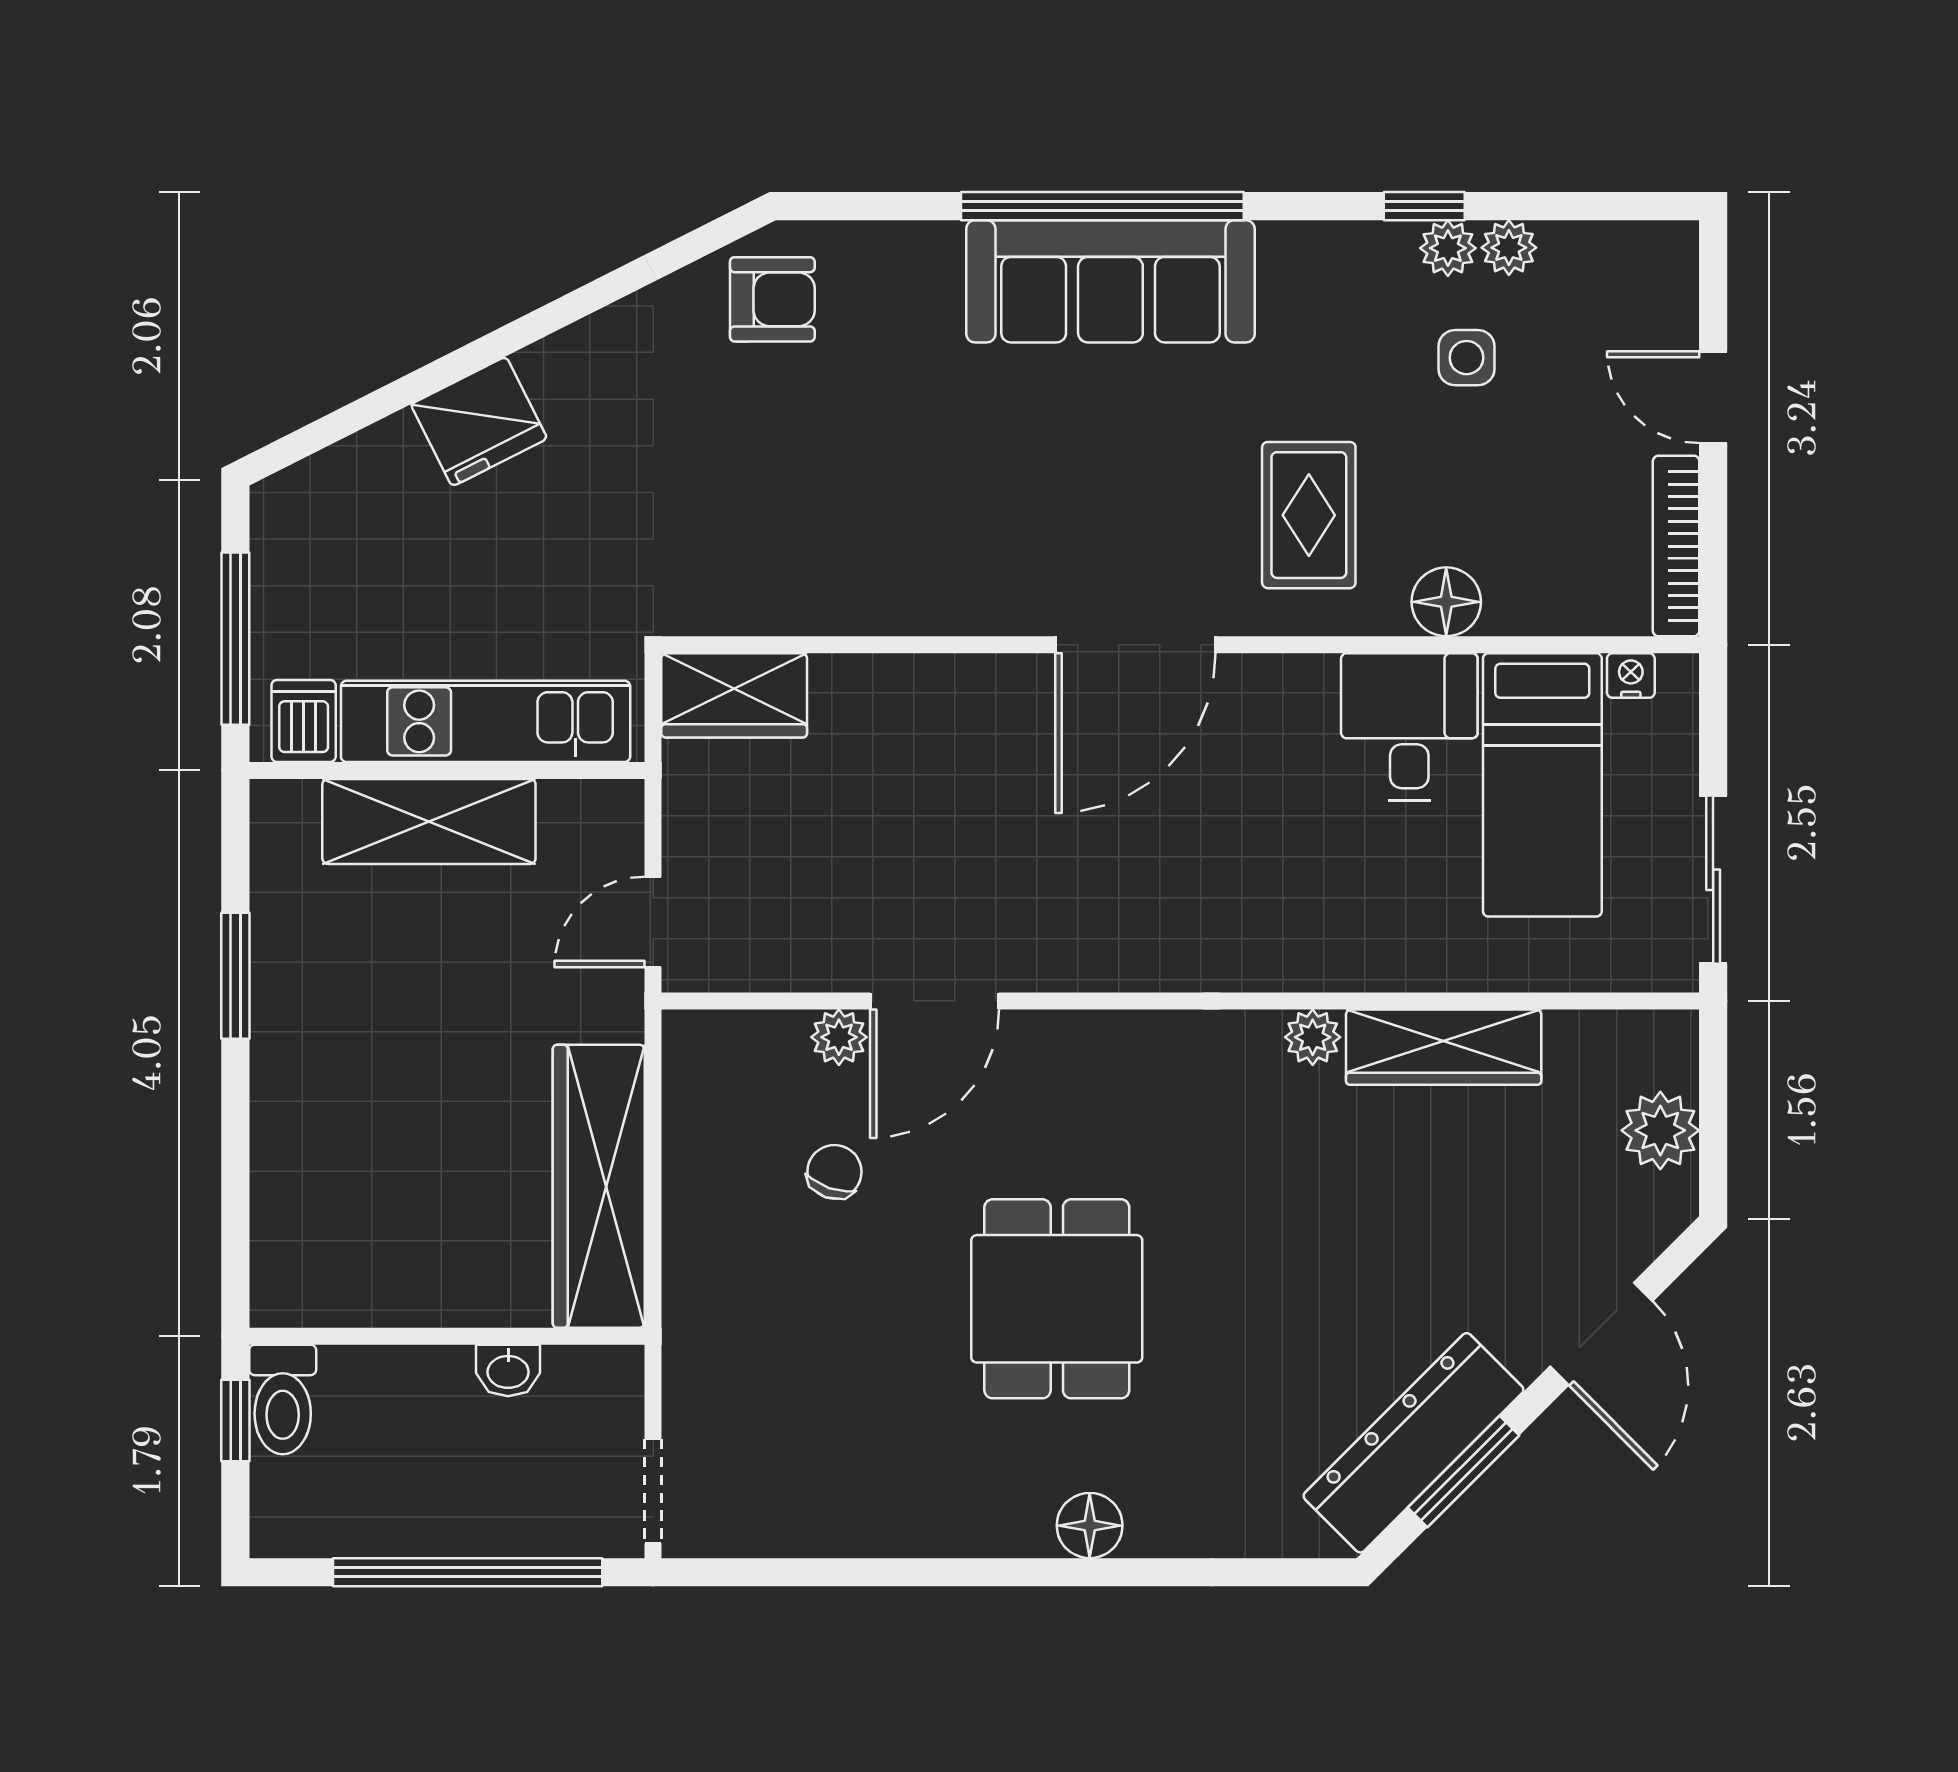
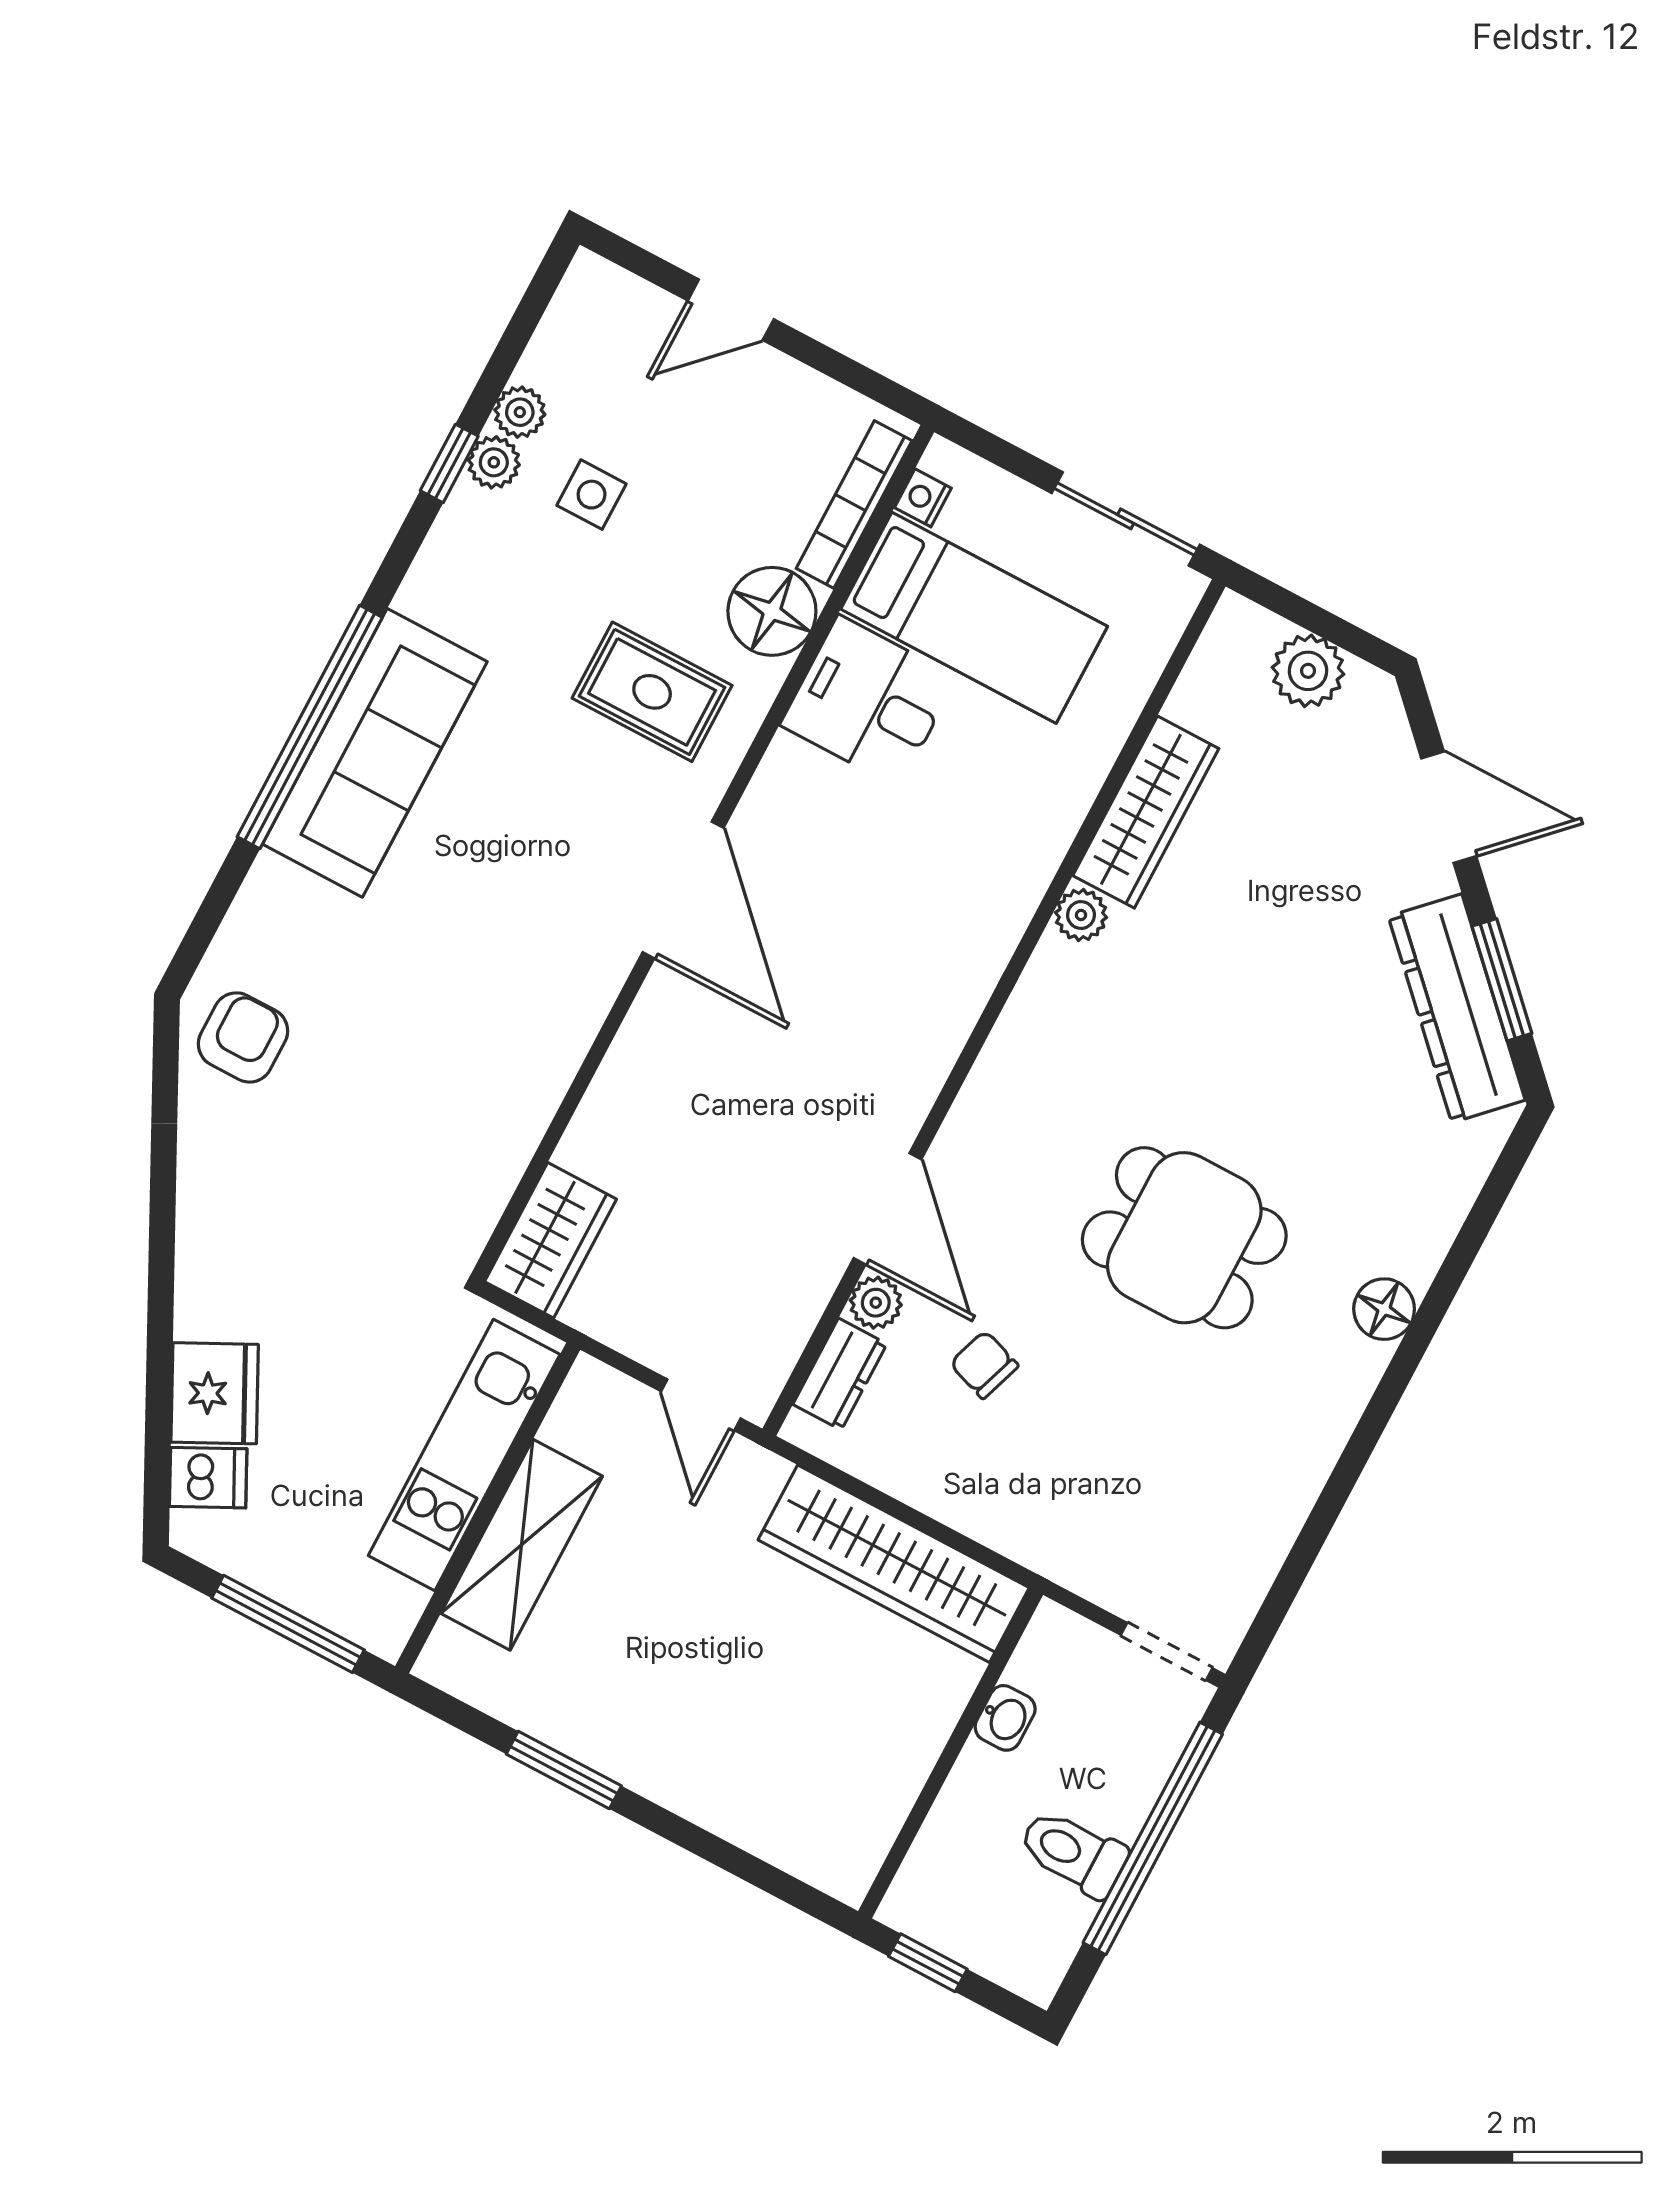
fridge: (479, 421) -> (215, 1393), moved
bookcase: (1676, 546) -> (854, 505), moved, turned 90
floor lamp: (1446, 602) -> (772, 611), width x1.38, depth x1.38
dishwasher: (304, 721) -> (208, 1478), moved, turned 153
dresser: (753, 1039) -> (840, 1374), added
toilet: (283, 1399) -> (1073, 1853), moved, turned 180

